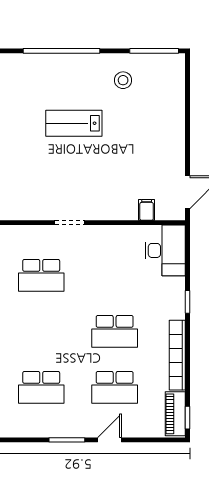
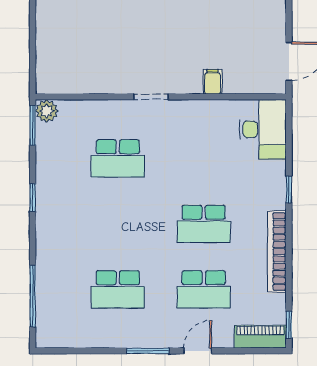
filing cabinet: (147, 210) -> (213, 82), moved
piano: (175, 414) -> (260, 337), moved, turned 90

